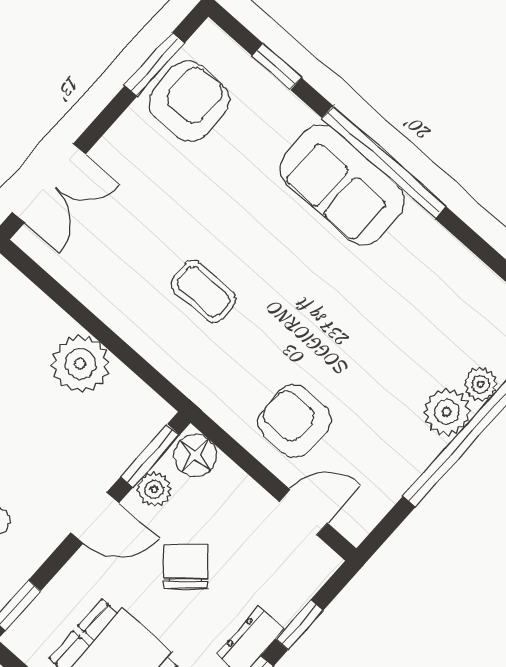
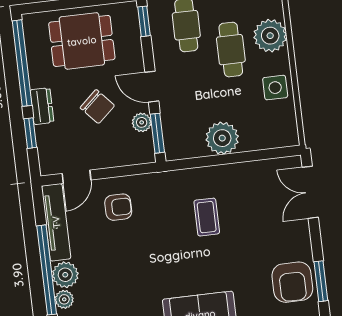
coffee table: (204, 292) -> (207, 217), turned 90
armchair: (294, 421) -> (118, 207), width x0.72, depth x0.72
floor lamp: (195, 455) -> (141, 152), removed
tv unit: (388, 486) -> (56, 222), added
door: (95, 518) -> (152, 87), hinge flipped

